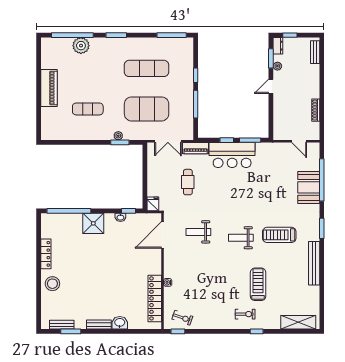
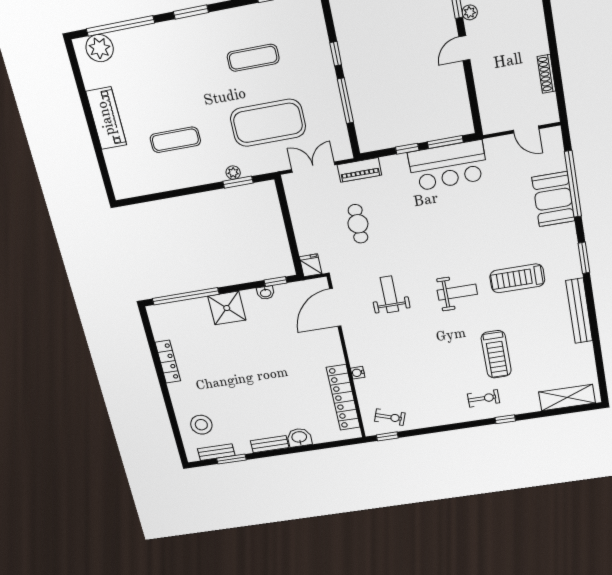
plant: (81, 46) -> (100, 48), moved
exercise mat: (147, 68) -> (253, 58), width x0.73, depth x0.69
double door: (168, 141) -> (313, 167), swing flipped
bar counter: (232, 155) -> (448, 166), moved
weight bench: (198, 232) -> (389, 294), turned 90
weight bench: (241, 238) -> (457, 292), turned 180
stool: (52, 284) -> (201, 425), moved
treadmill: (258, 284) -> (496, 354), turned 180

